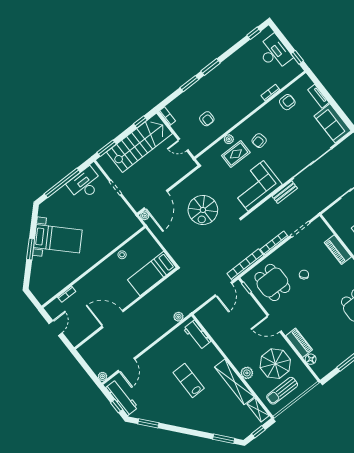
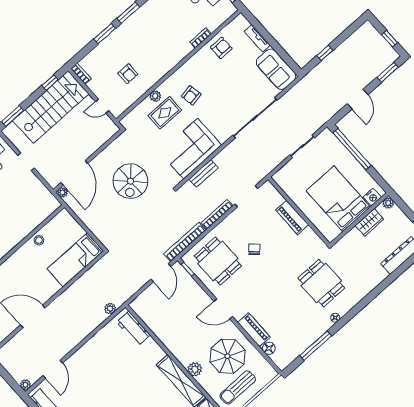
bench: (285, 192) -> (203, 174), moved
lab bench: (189, 380) -> (127, 383), removed

